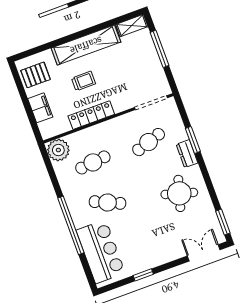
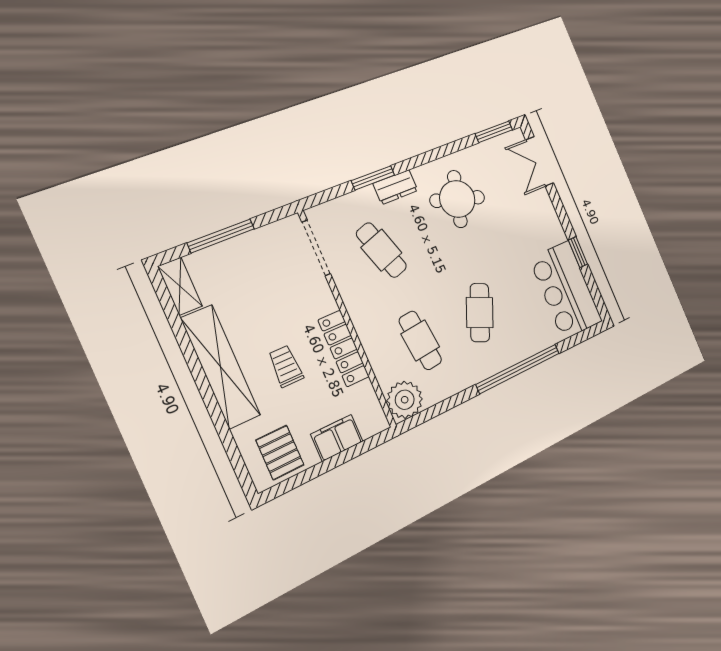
bar counter: (101, 252) -> (566, 290), moved, turned -90

